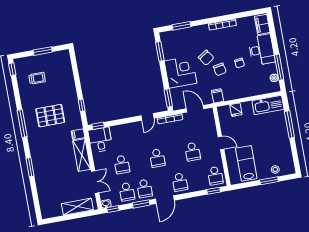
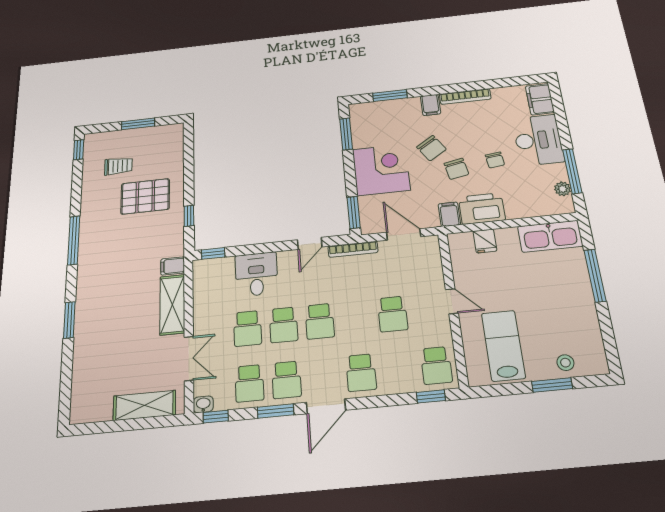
filing cabinet: (204, 31) -> (431, 105), added
printer: (234, 92) -> (482, 209), added
pallet: (50, 116) -> (145, 196), moved
desk: (100, 140) -> (256, 274), moved
school desk: (140, 161) -> (284, 325), added

